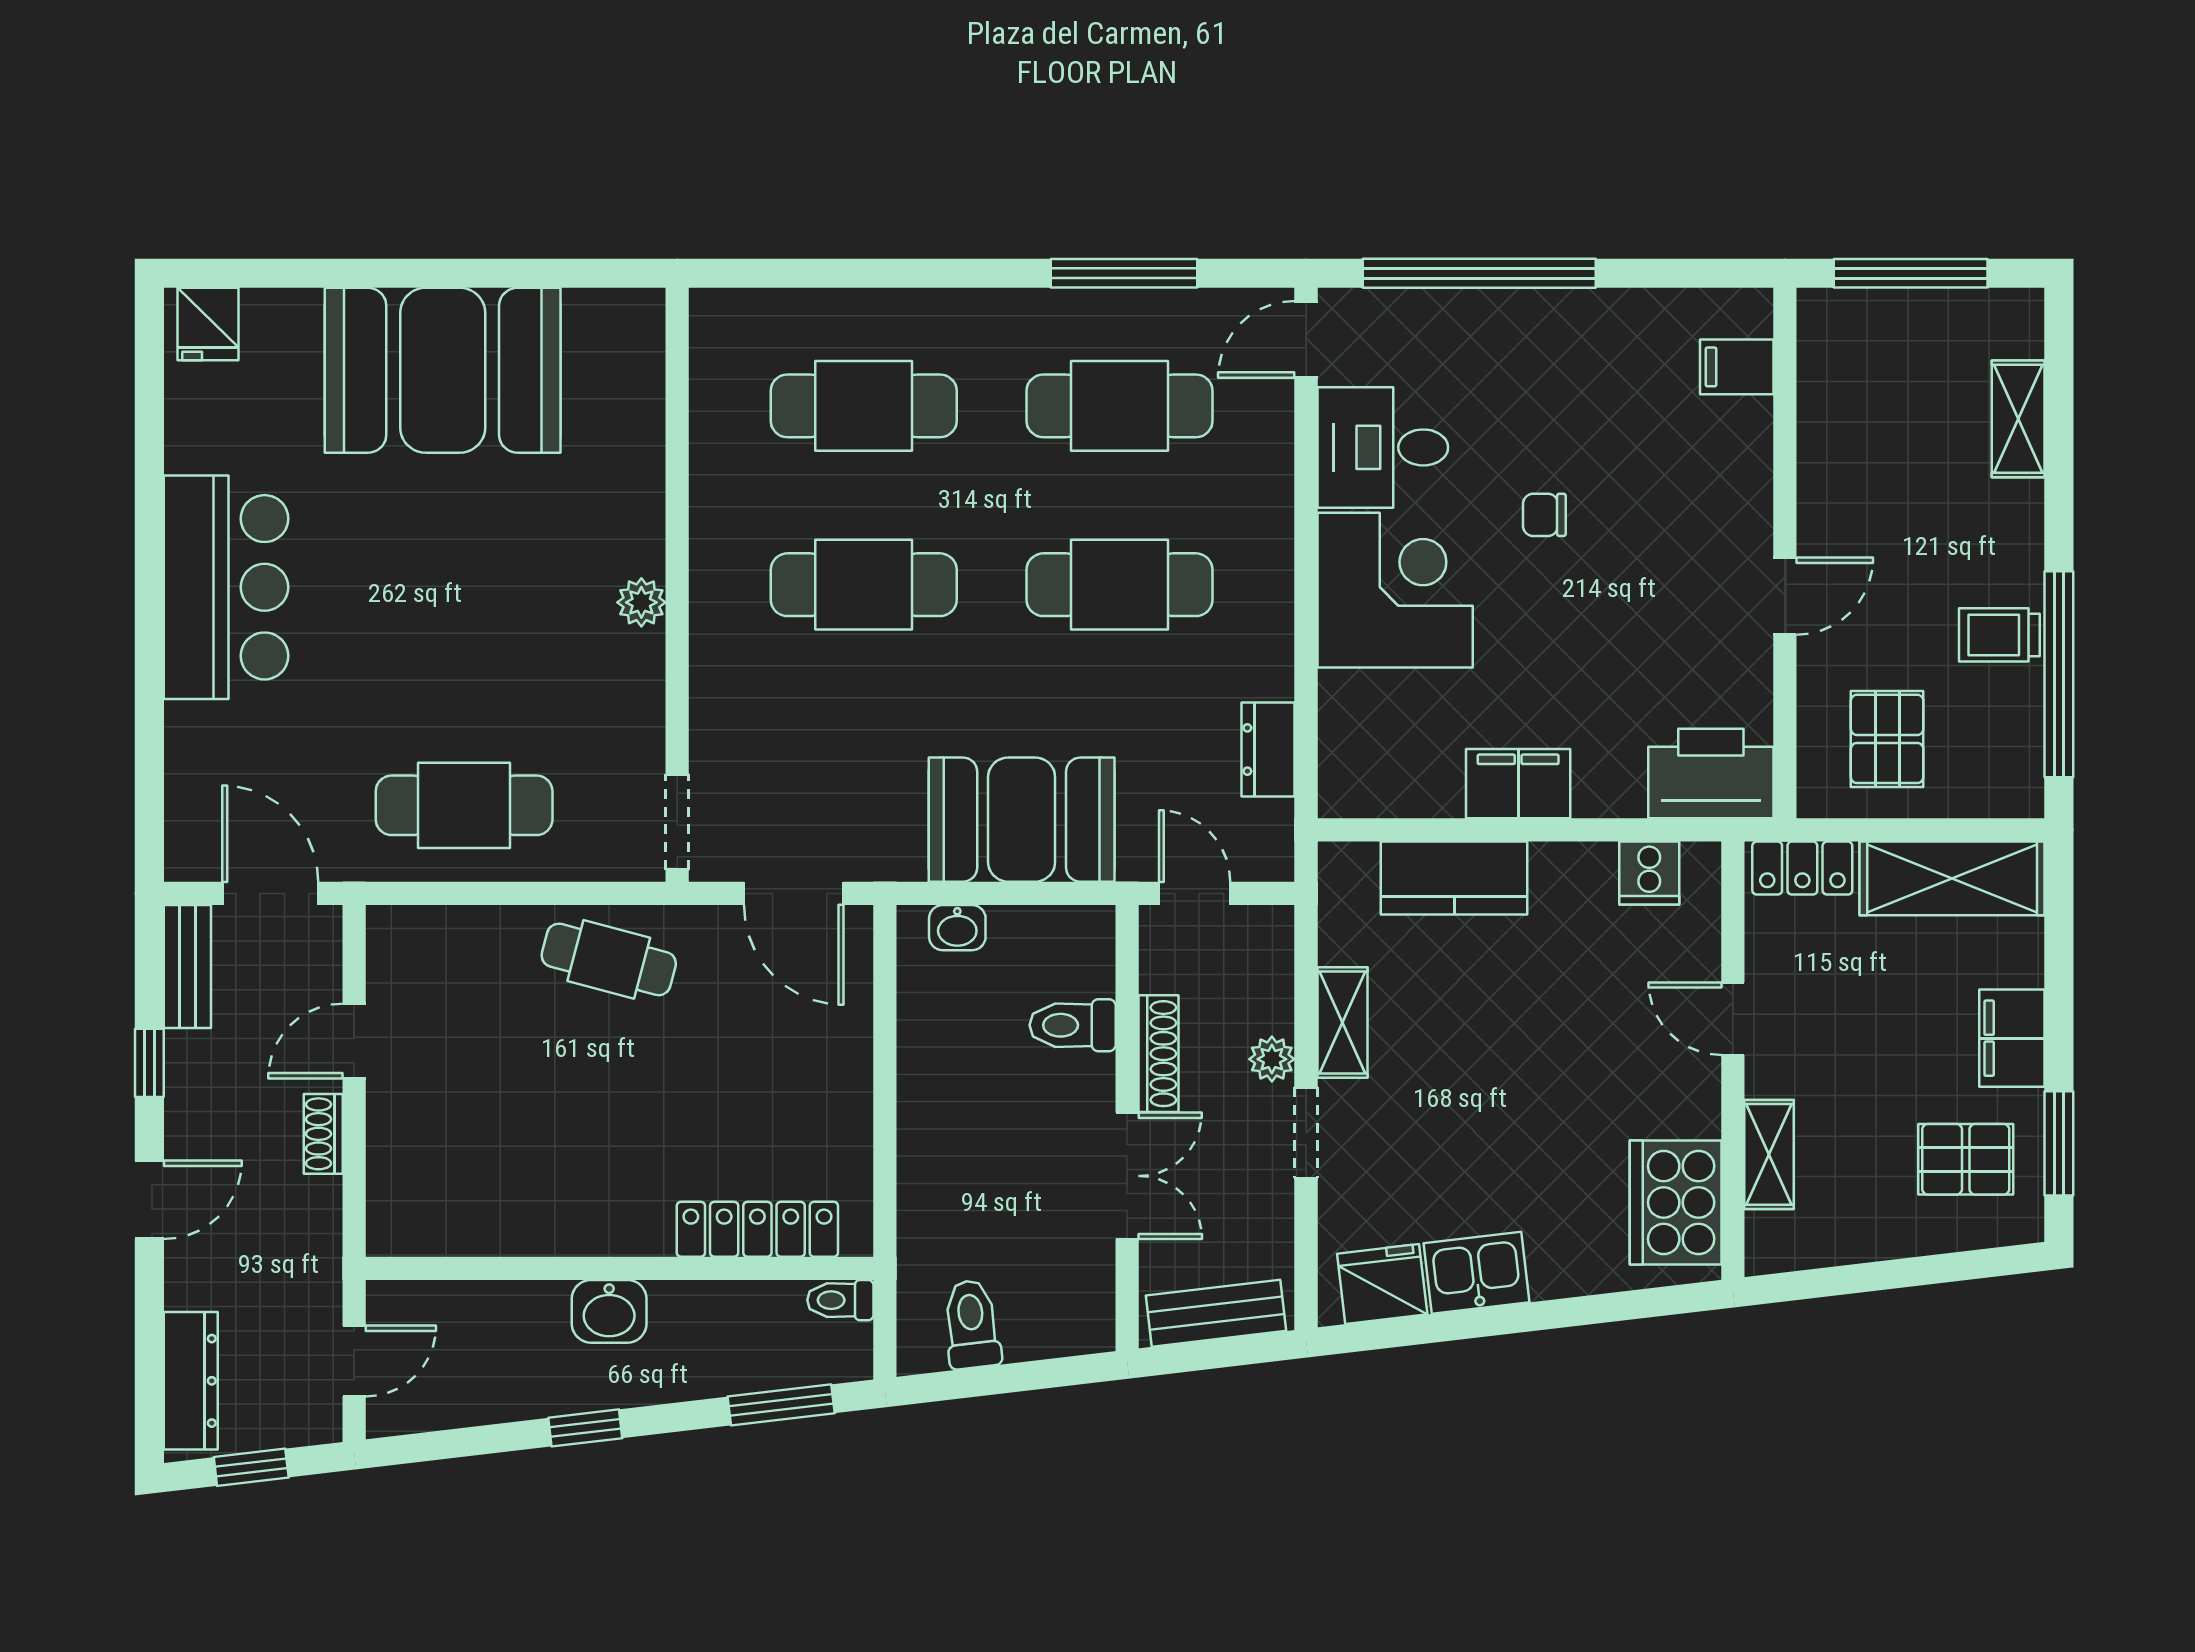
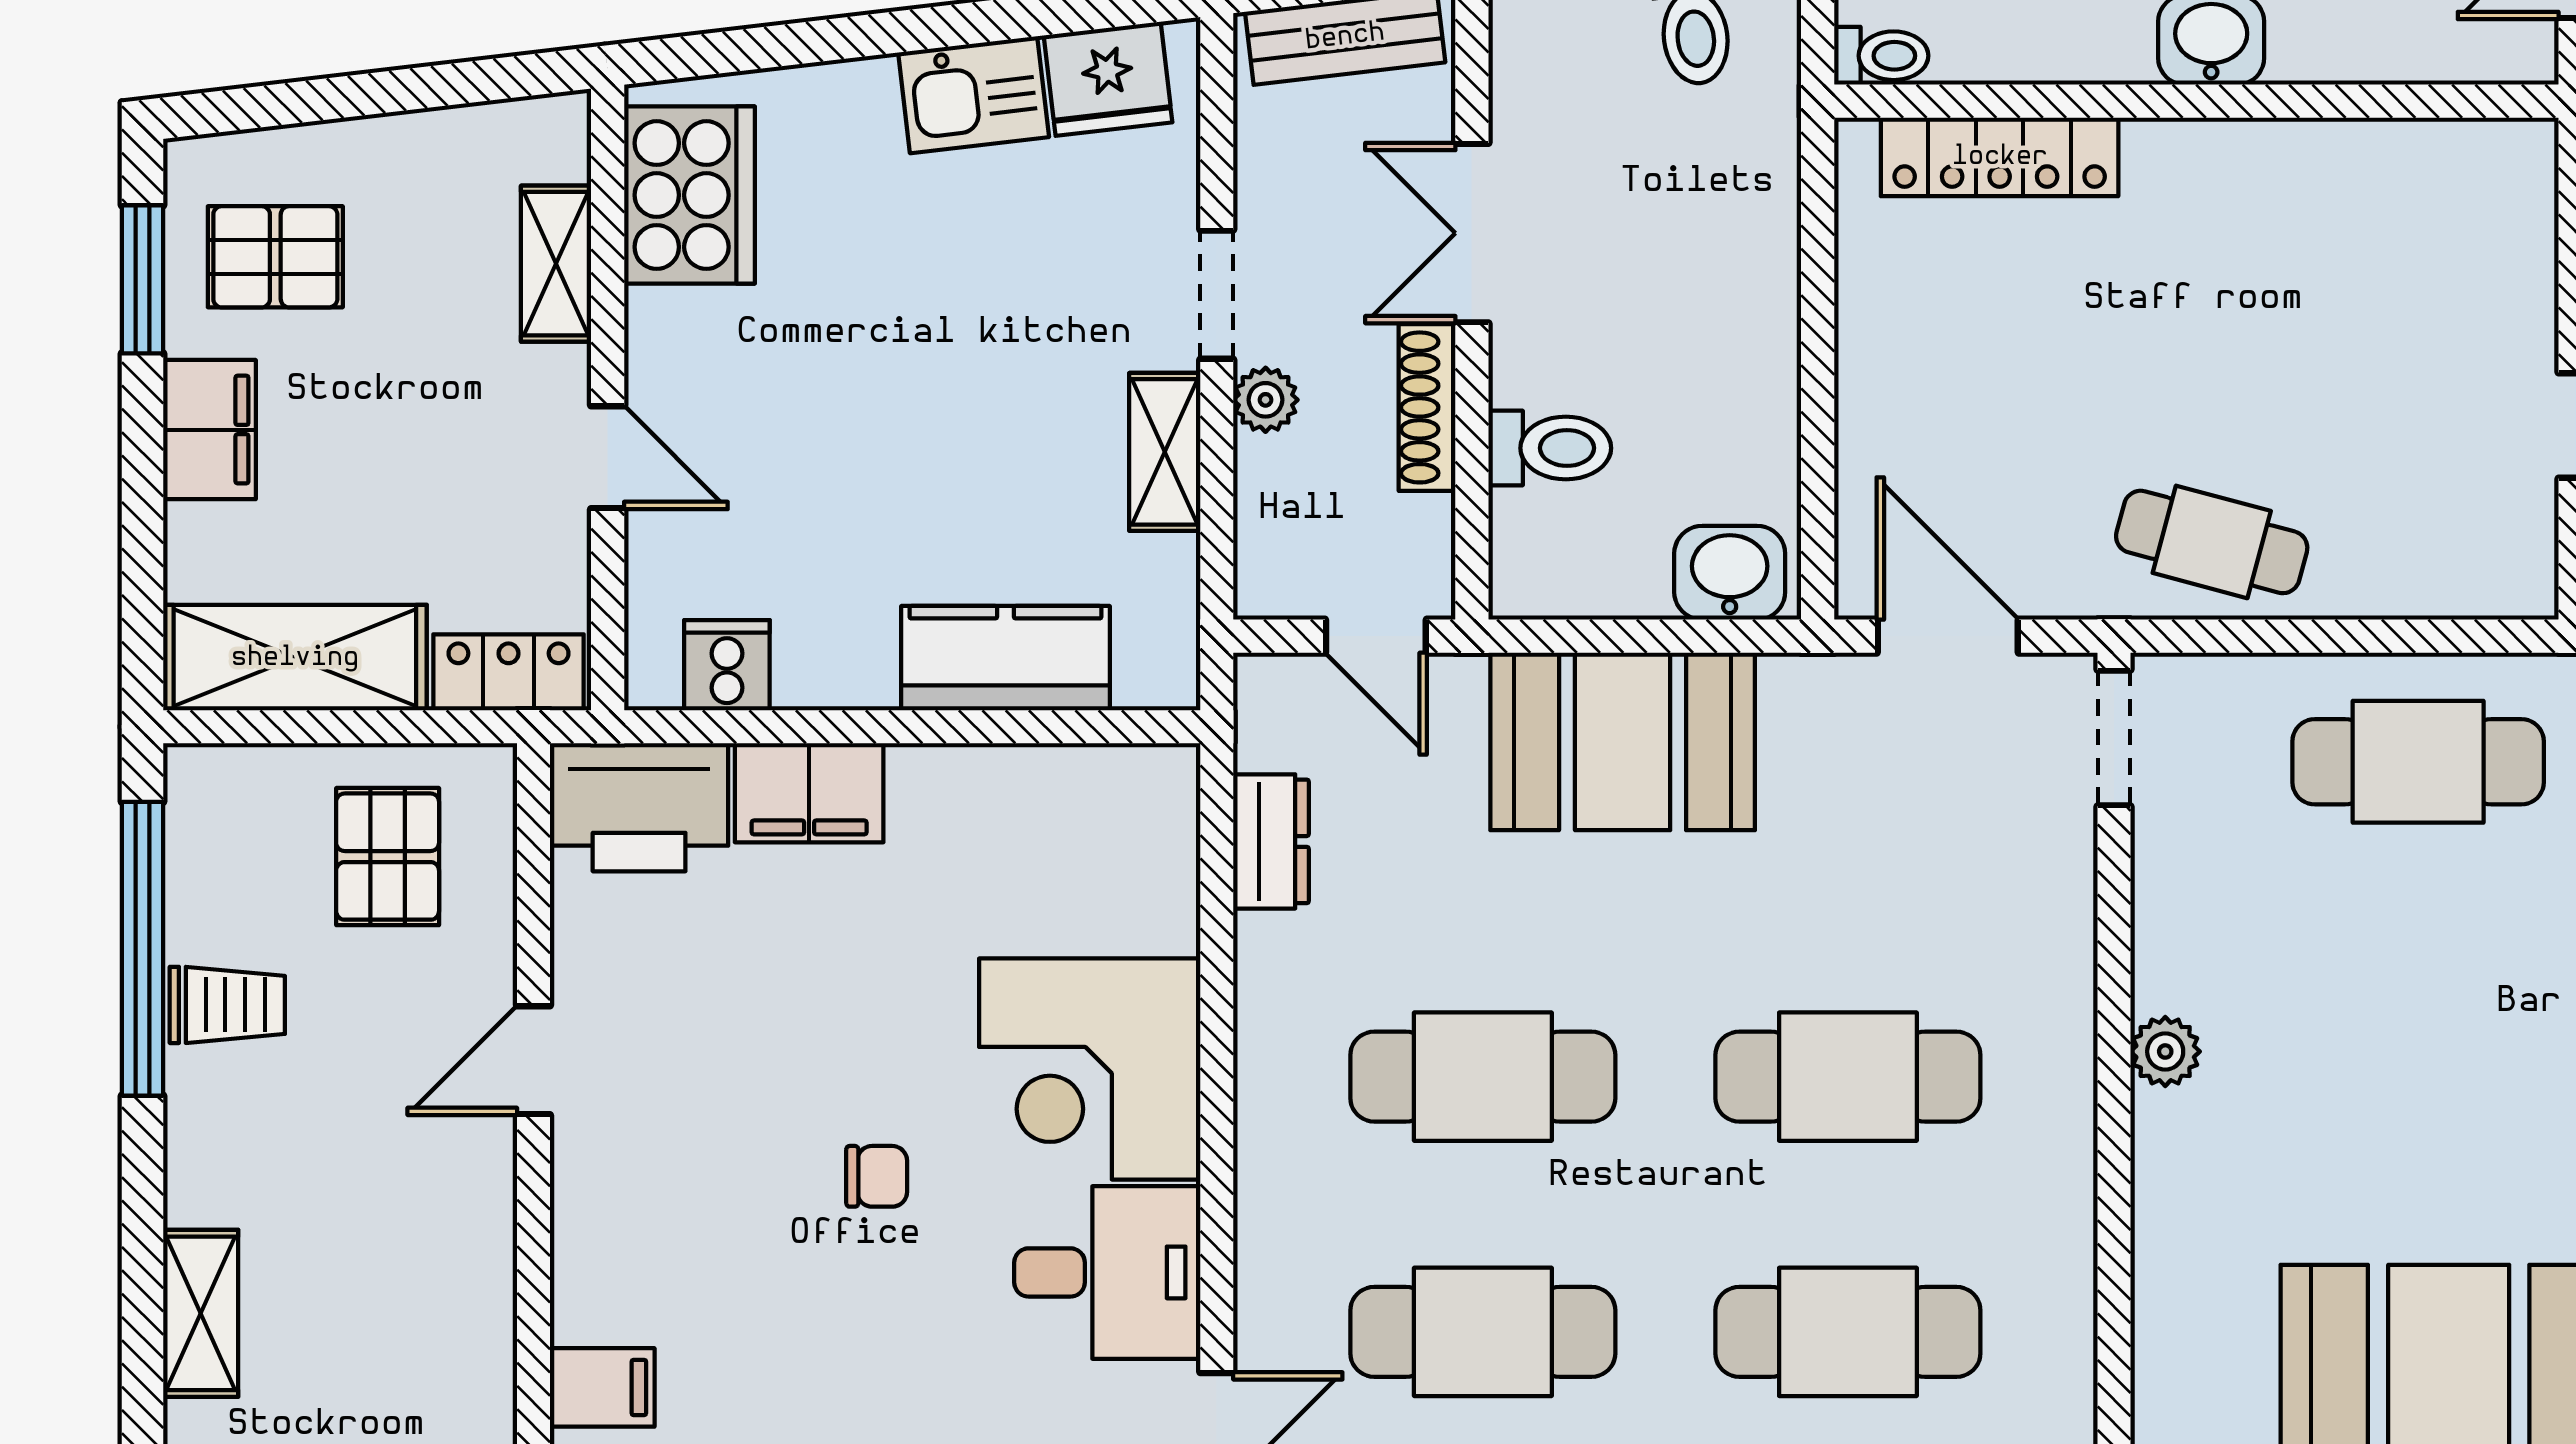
filing cabinet: (1518, 784) -> (809, 793), moved
washbasin: (957, 928) -> (1730, 573), width x1.38, depth x1.45

